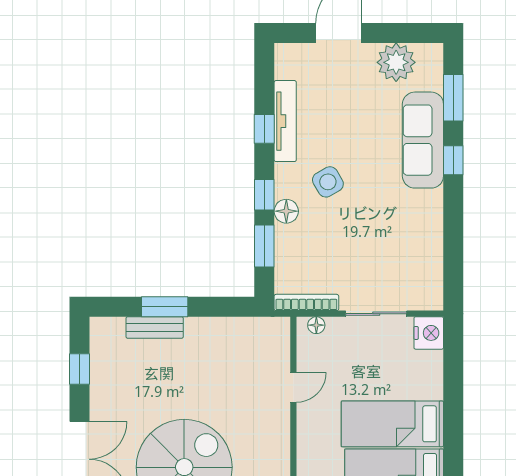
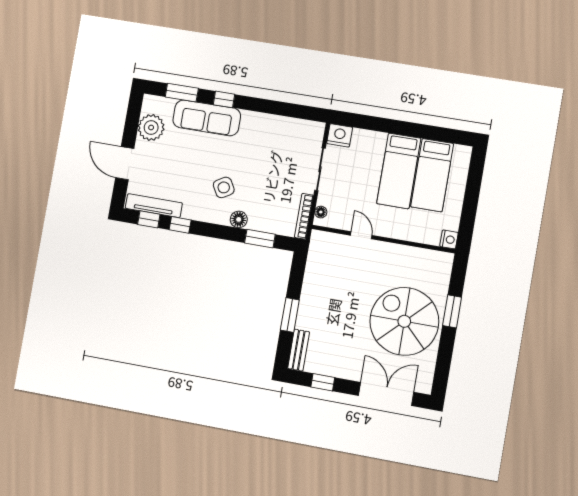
tv unit: (285, 121) -> (154, 206), moved
window: (264, 195) -> (149, 219), moved
bench: (155, 328) -> (299, 350), moved

